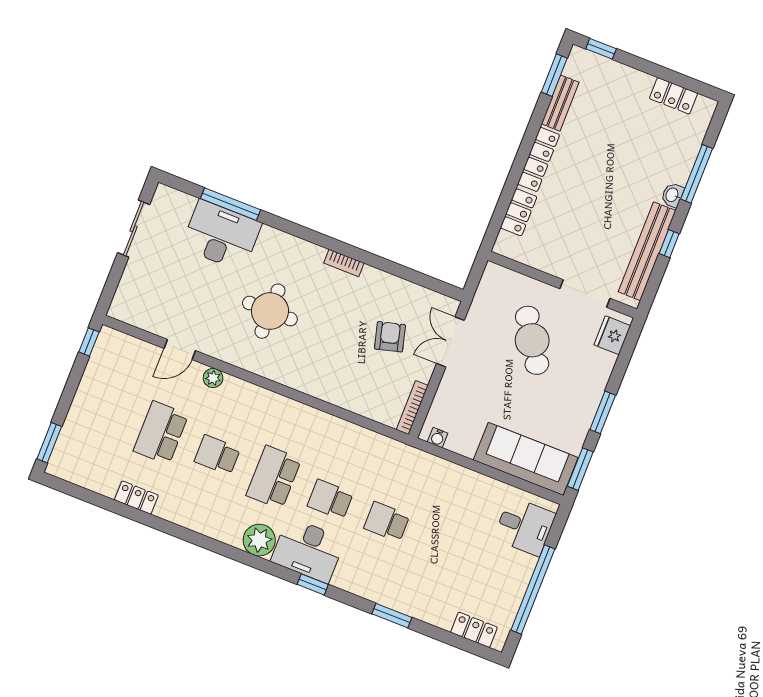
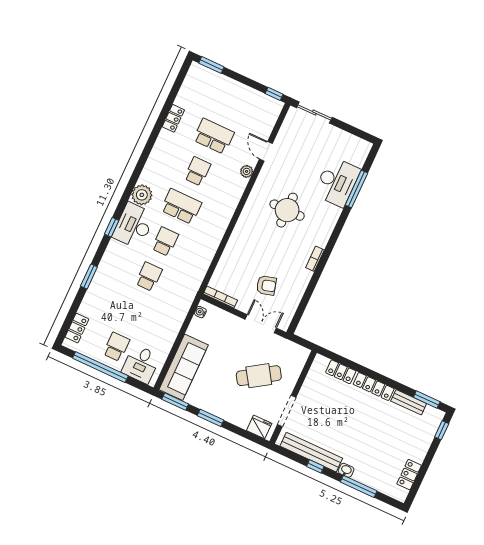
sliding door: (134, 229) -> (314, 112), moved
school desk: (500, 566) -> (116, 347), added

